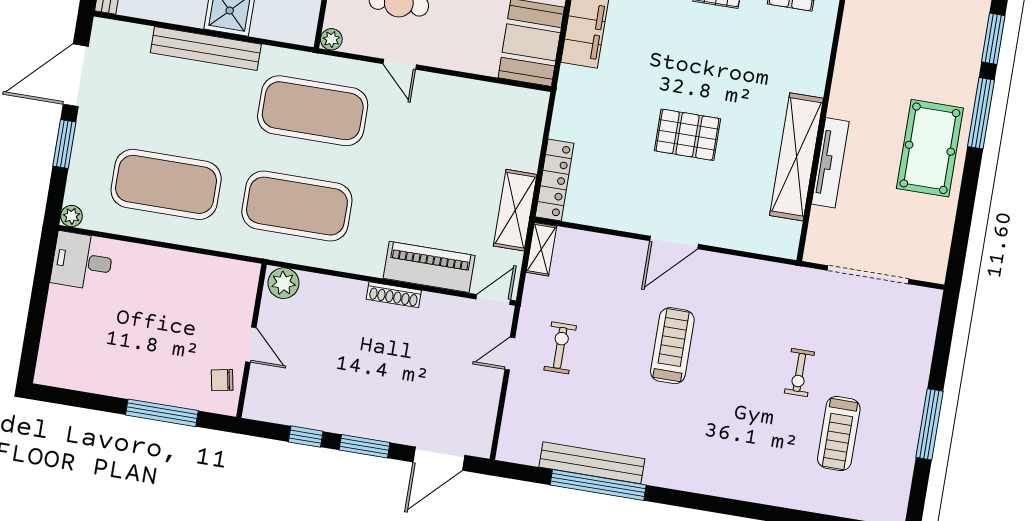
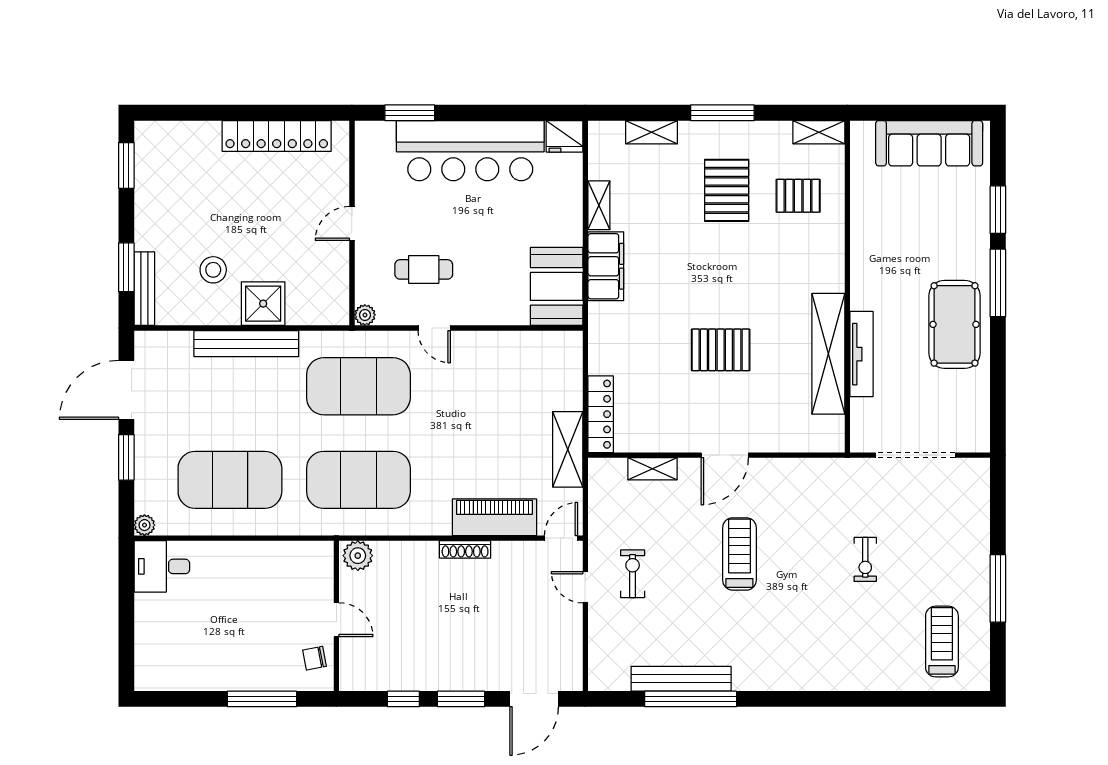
shelving: (541, 249) -> (652, 469), moved, turned 90
door: (510, 354) -> (585, 587), hinge flipped
treadmill: (839, 434) -> (942, 642), moved, turned 180

